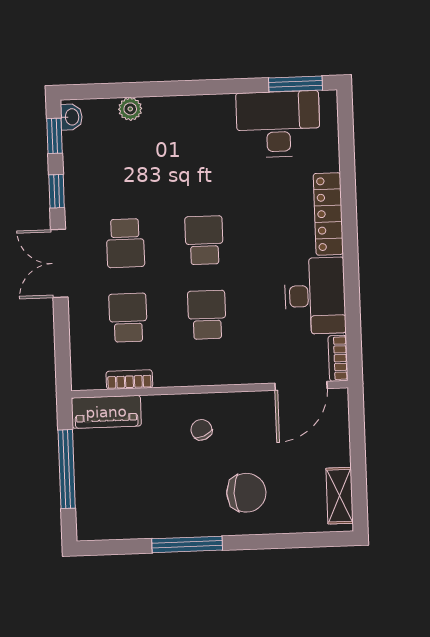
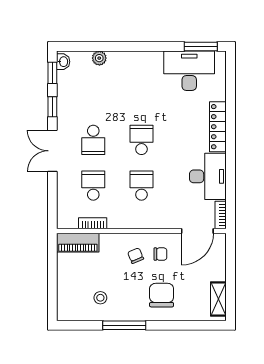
chair: (242, 426) -> (160, 254), added
window: (67, 469) -> (52, 277), removed
chair: (246, 493) -> (162, 295), turned -90
stool: (146, 501) -> (100, 298), added

